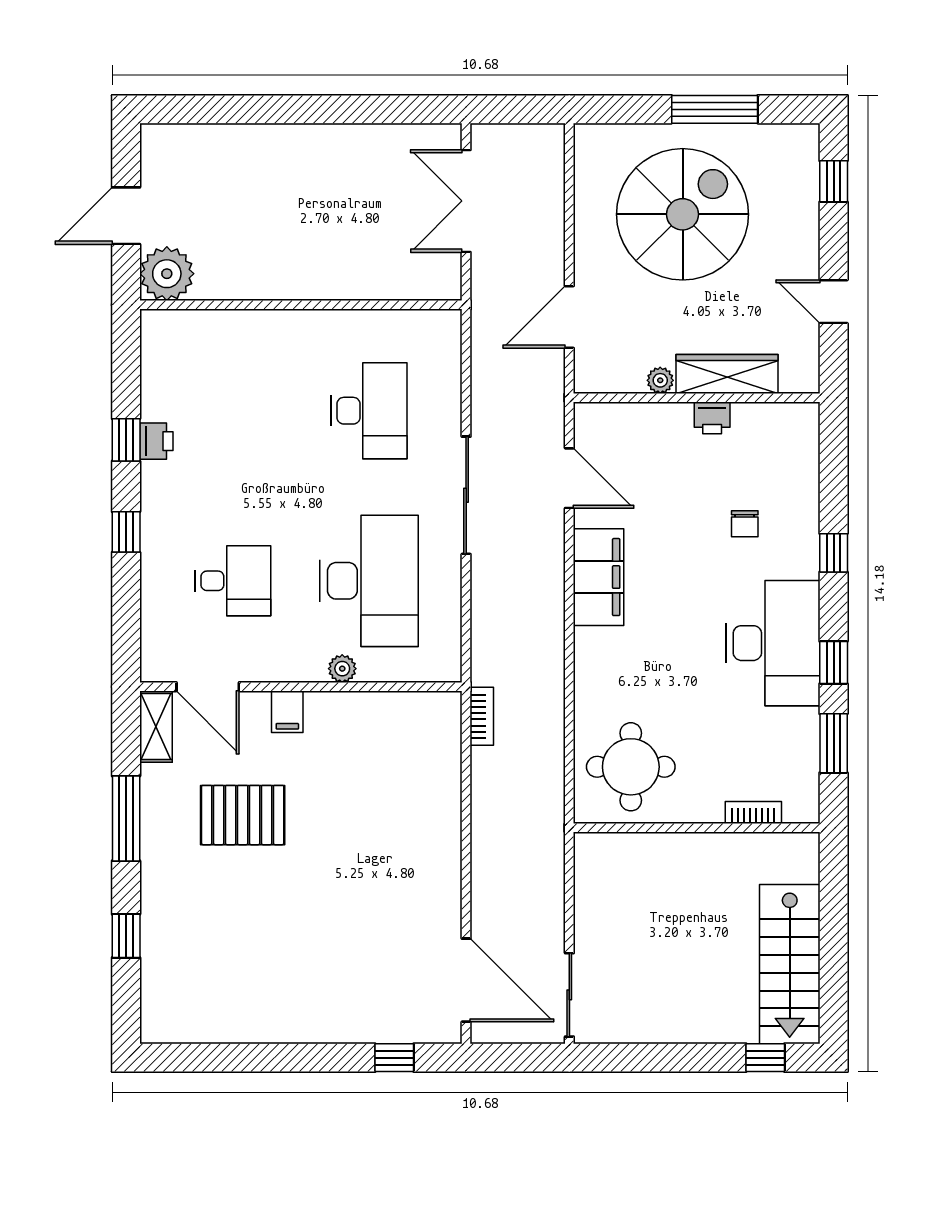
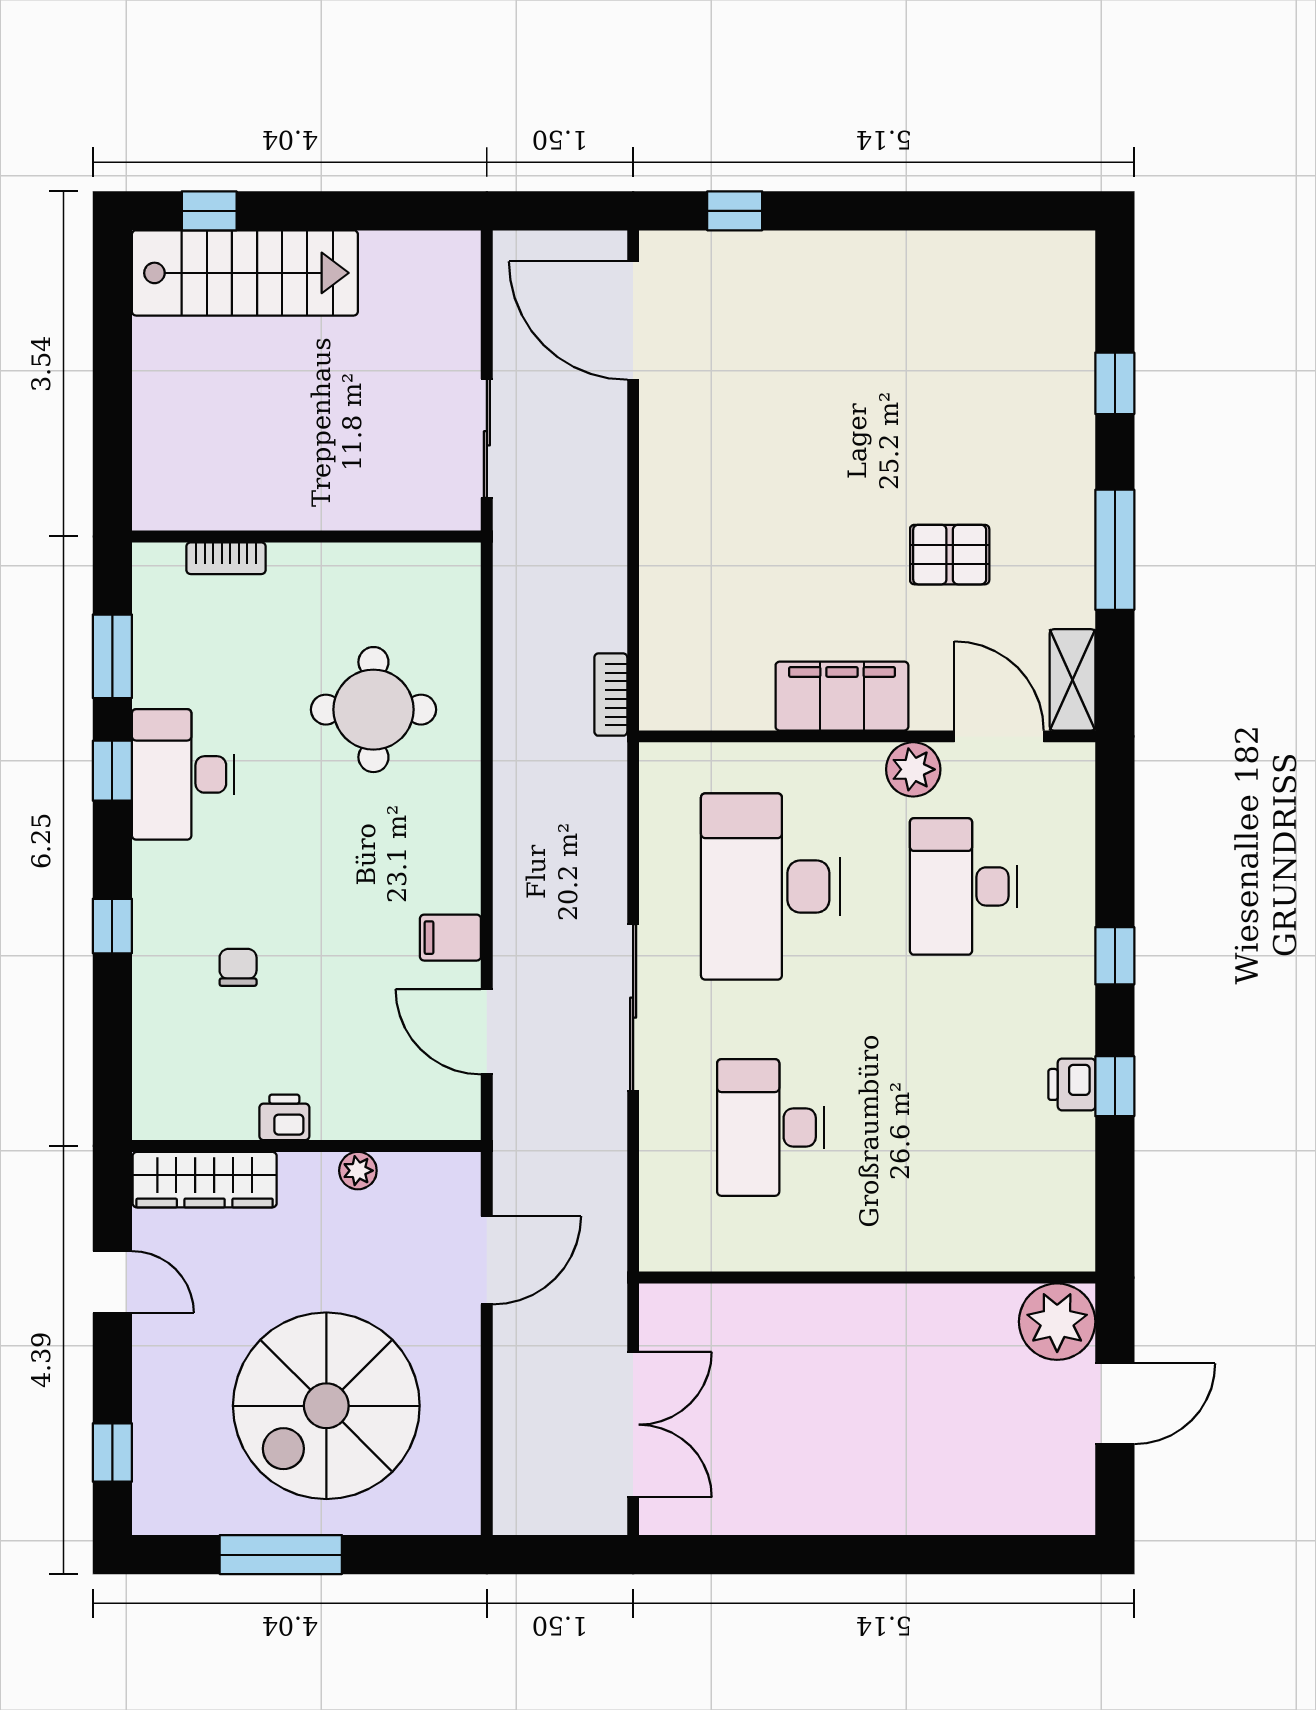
wardrobe: (727, 374) -> (205, 1180), moved
filing cabinet: (599, 577) -> (450, 938), width x0.33, depth x0.86
desk: (233, 581) -> (964, 886), width x1.37
desk: (773, 643) -> (183, 774), width x0.73, depth x0.77
plant: (342, 669) -> (913, 769), moved, width x1.38, depth x1.38
filing cabinet: (287, 712) -> (842, 696), width x3.00, depth x1.17
round table: (631, 767) -> (373, 710), moved
pallet: (243, 815) -> (950, 555), width x0.67, depth x0.71
stairs: (790, 964) -> (245, 273), moved, turned 90
sliding door: (569, 995) -> (487, 438), moved

